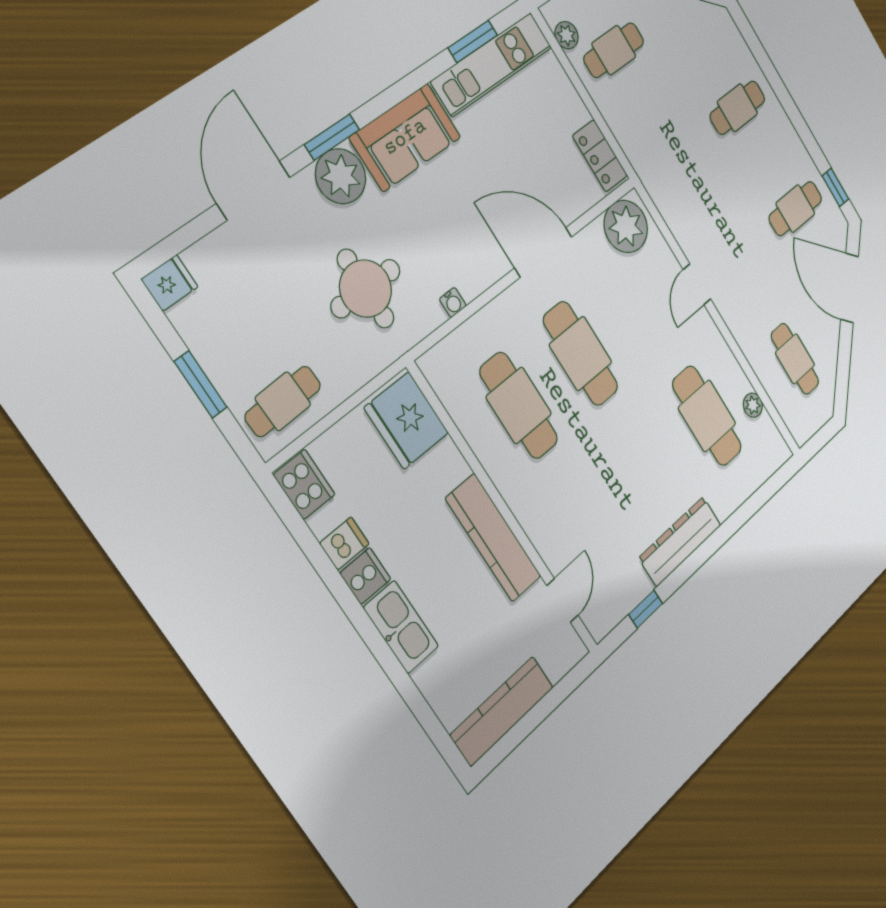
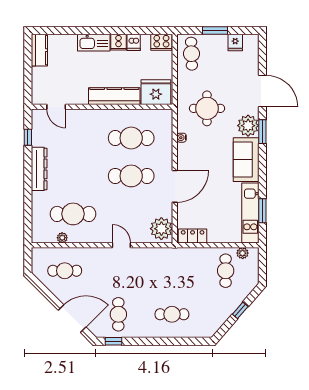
cafe table: (737, 108) -> (172, 314), turned 90
fridge: (170, 283) -> (235, 43), moved
kitchen counter: (493, 538) -> (114, 96), moved
kitchen counter: (502, 711) -> (39, 50), width x0.67

